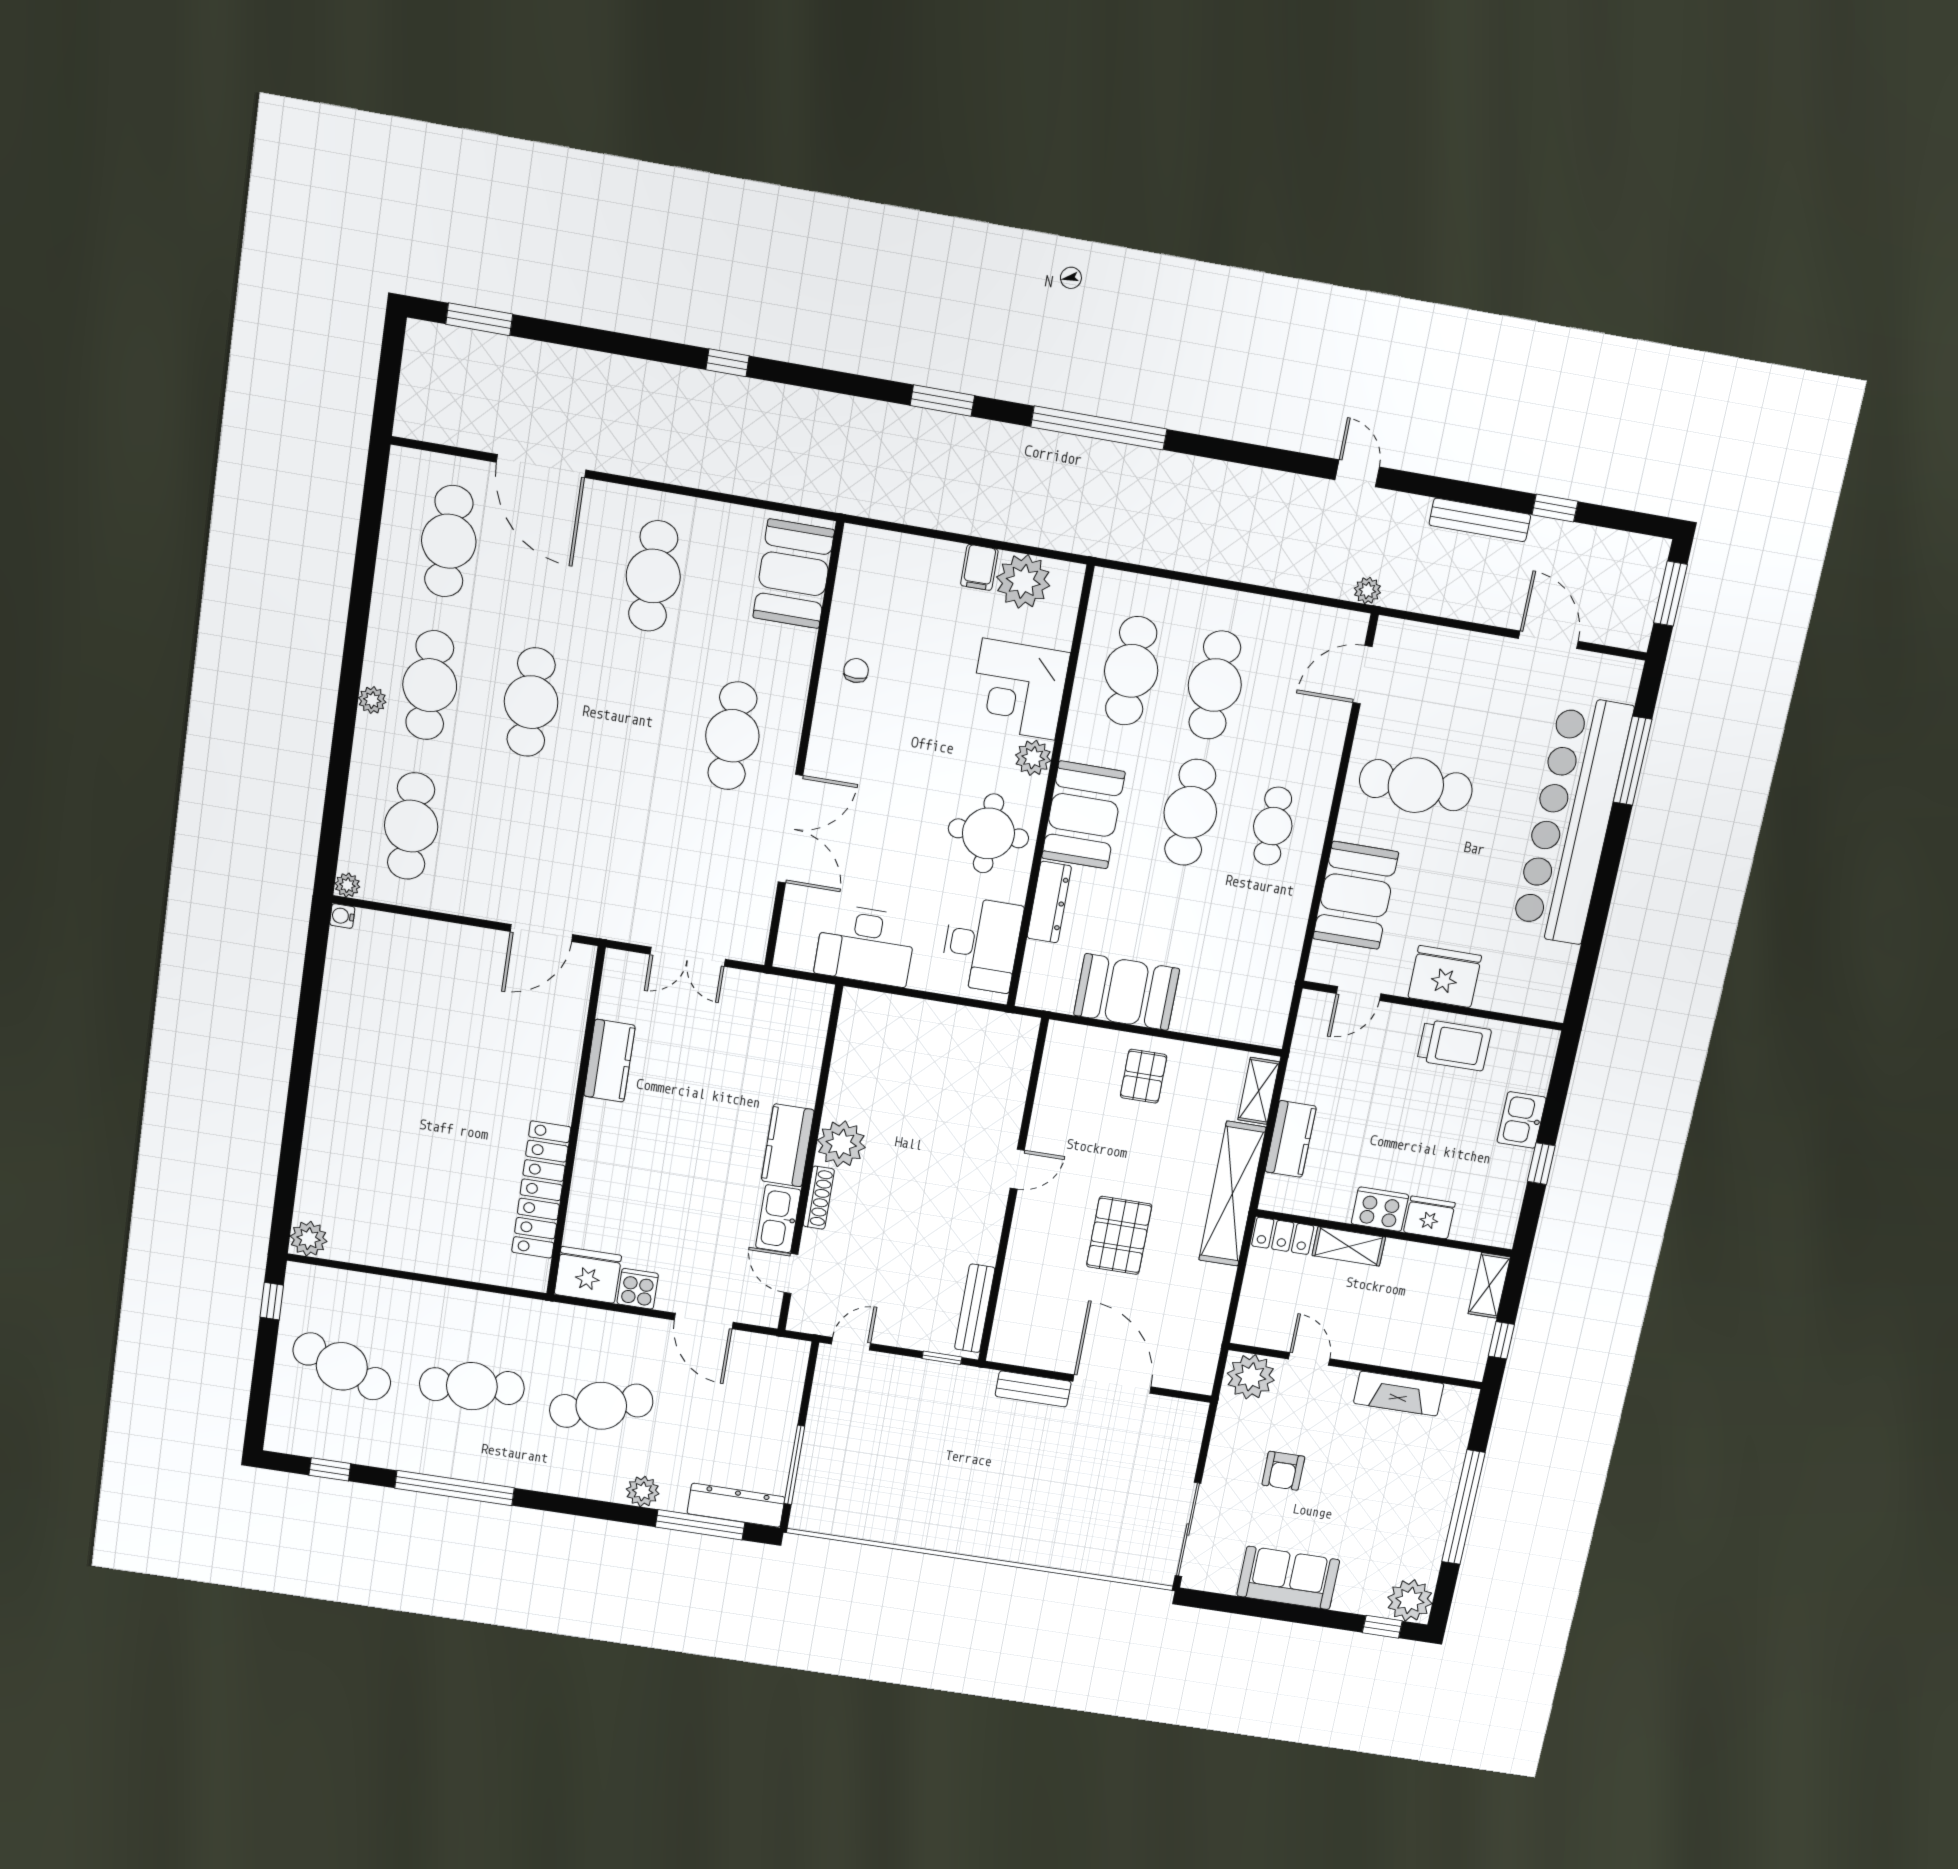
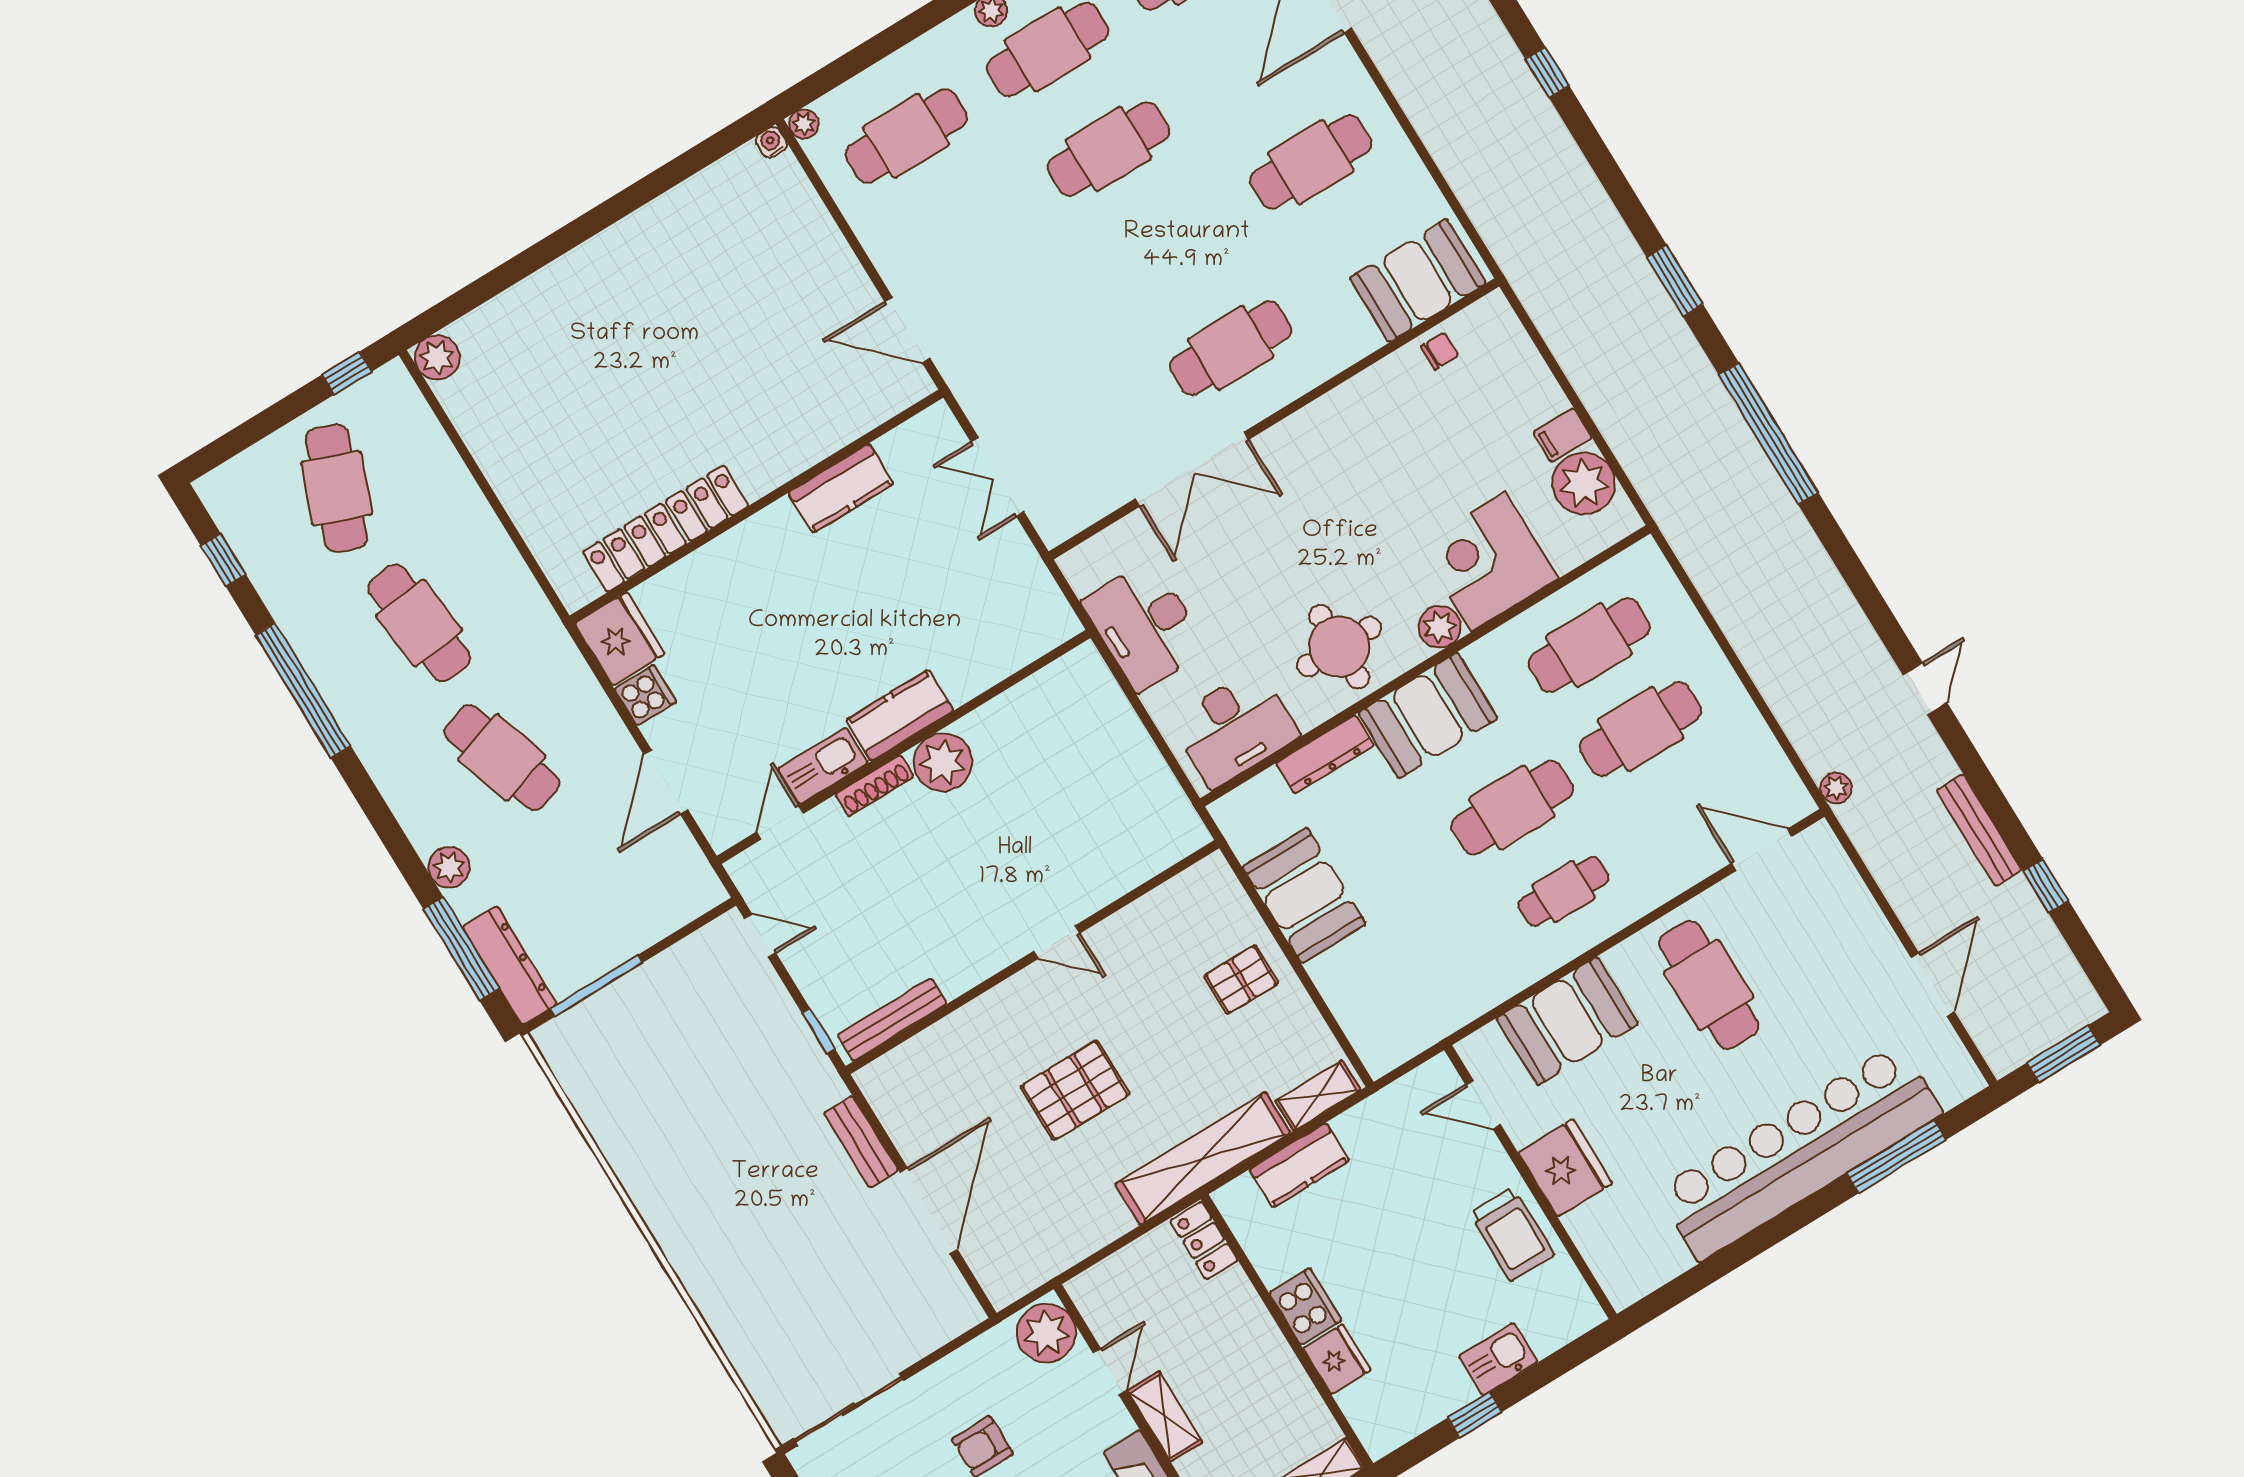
chair: (856, 671) -> (1439, 351), moved
shelving: (1349, 1246) -> (1165, 1416), moved

